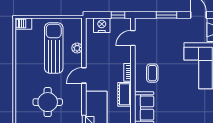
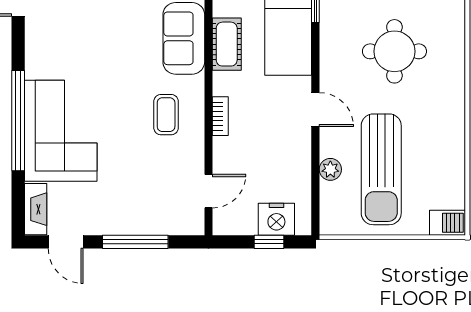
window: (118, 15) -> (269, 242), moved
window: (166, 15) -> (135, 242), width x1.44
door: (84, 75) -> (315, 110), hinge flipped
cot: (125, 94) -> (227, 44), moved

